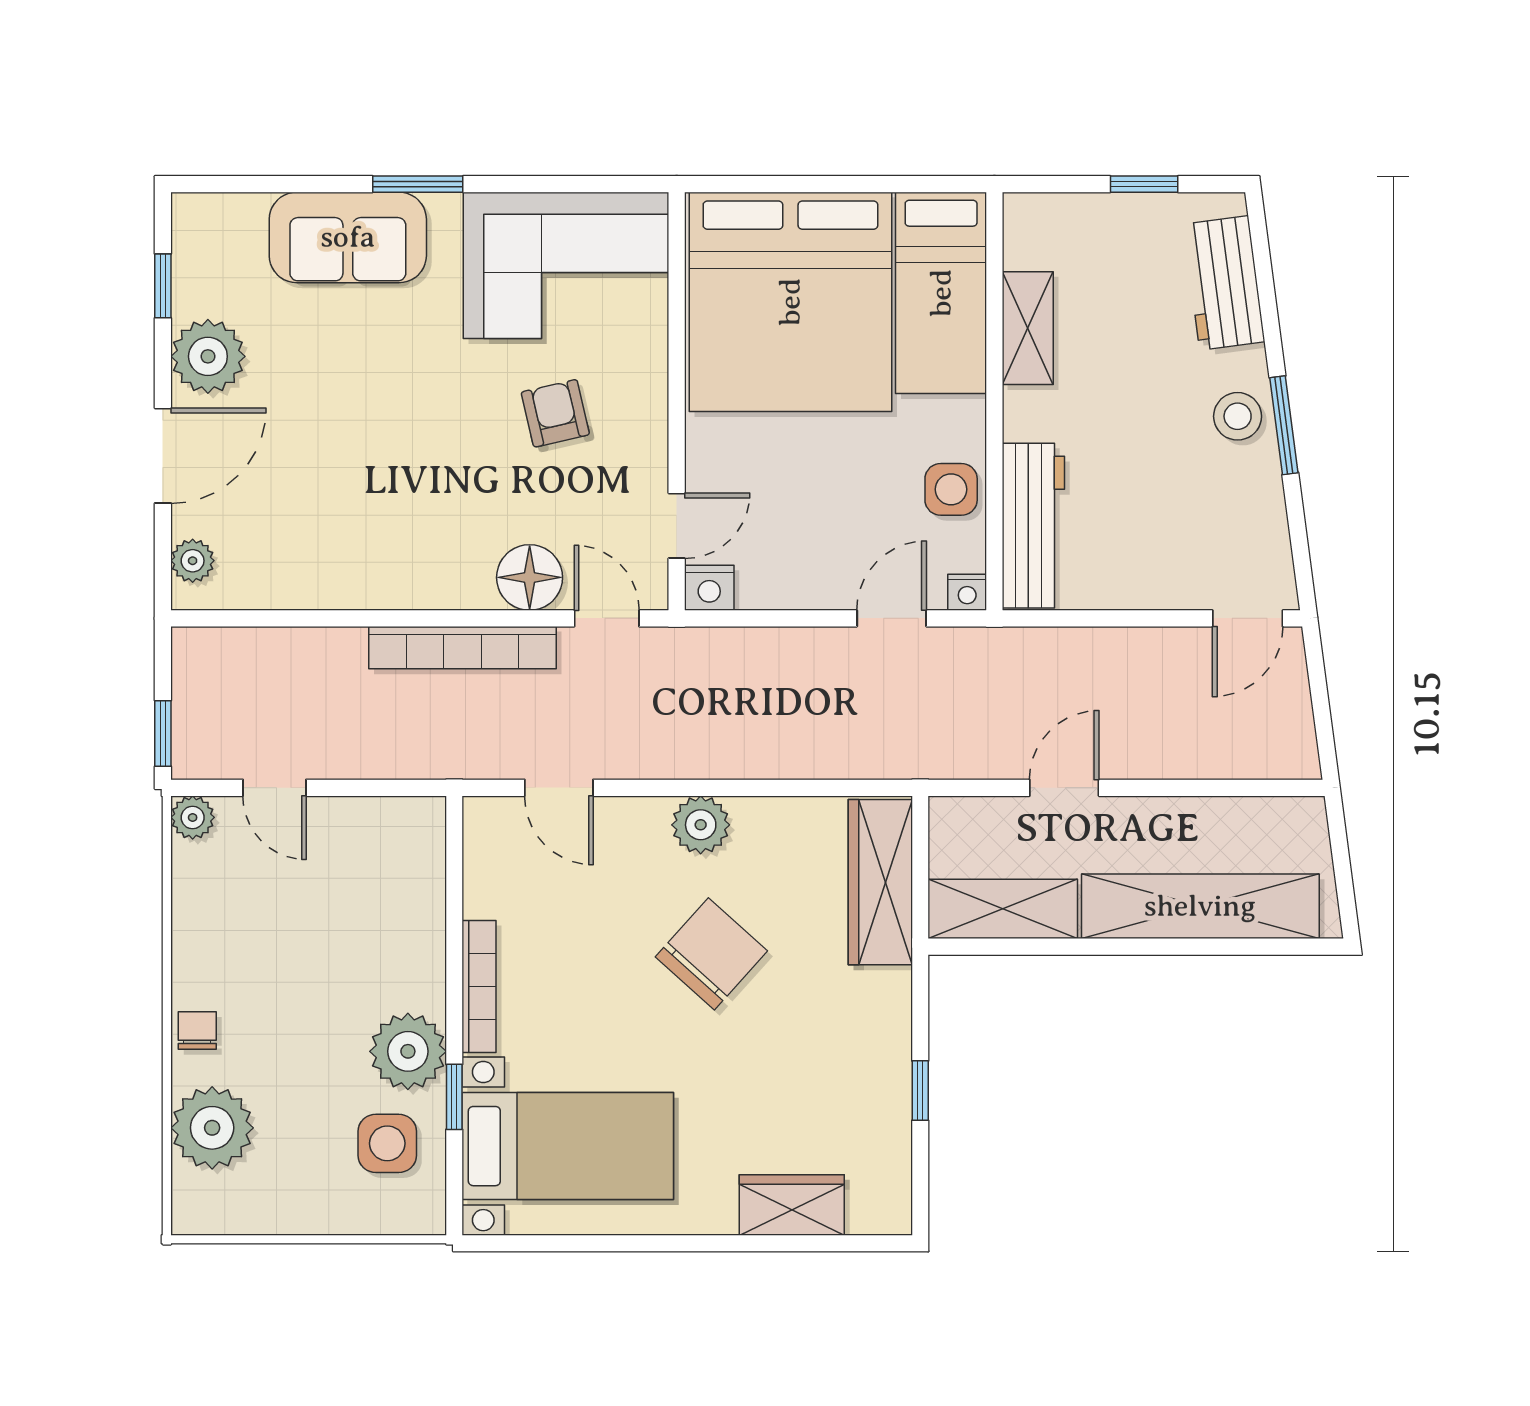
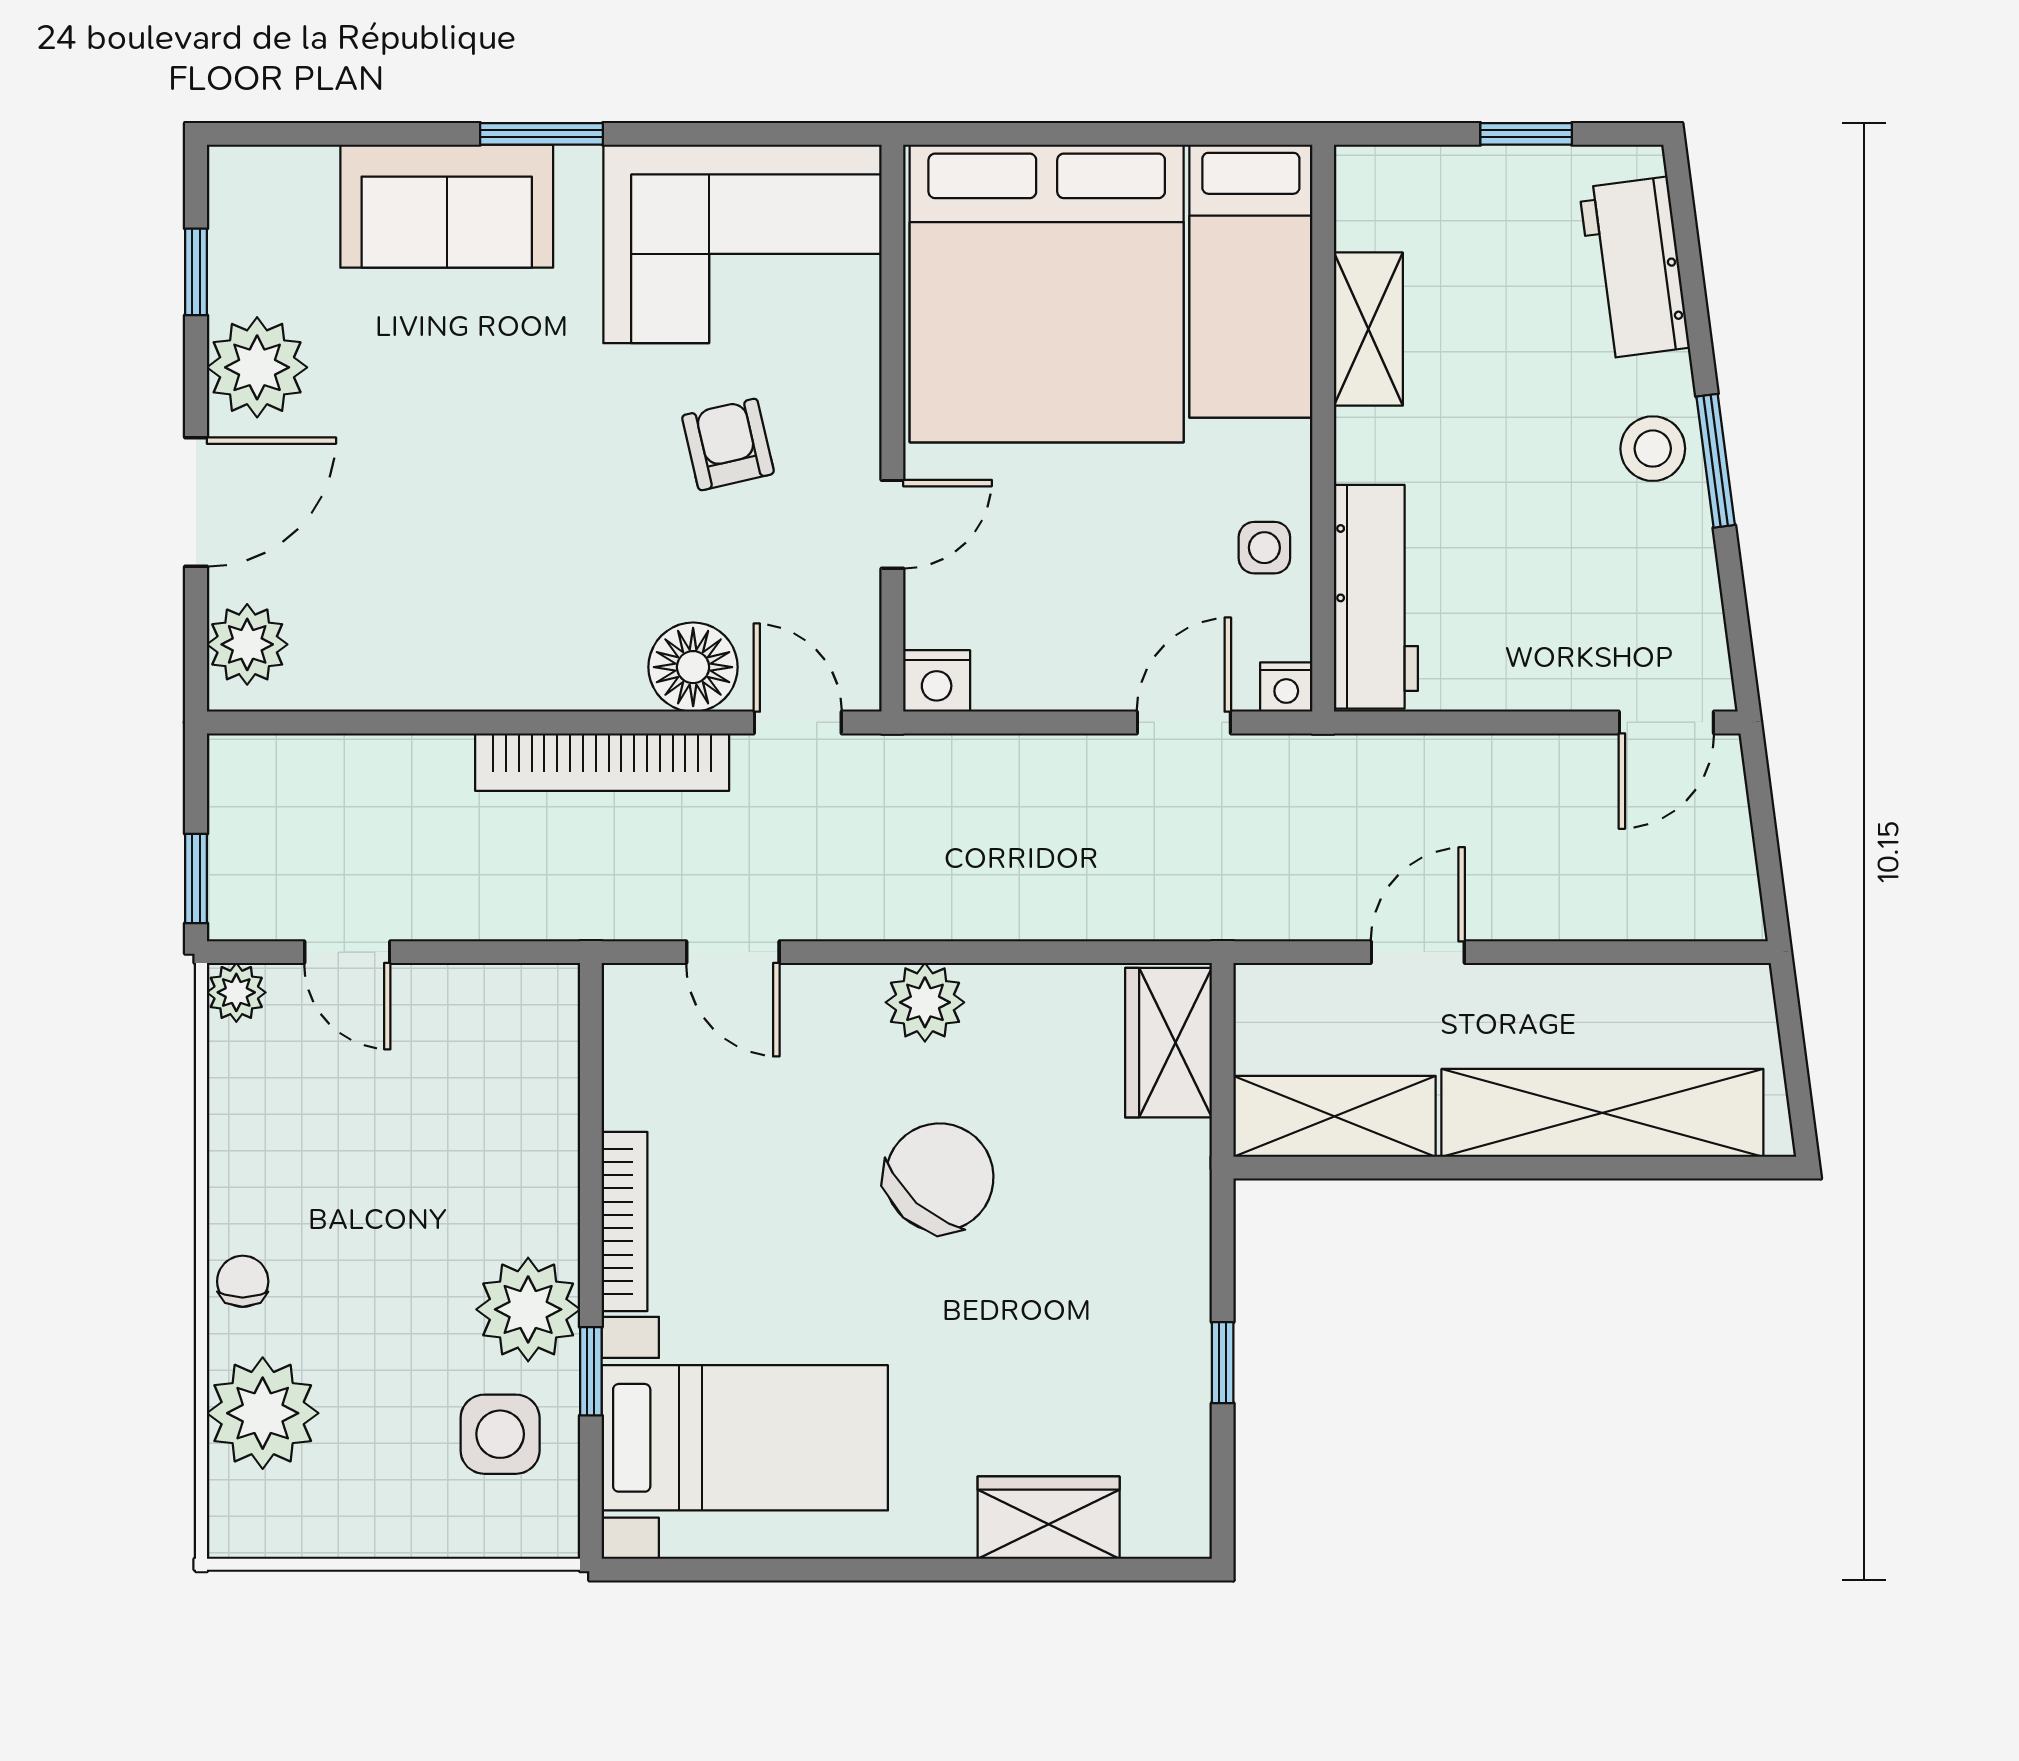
side table: (951, 489) -> (1264, 548), width x0.73, depth x0.73
door: (677, 526) -> (892, 524), moved
plant: (193, 561) -> (247, 644), width x1.38, depth x1.38
wardrobe: (880, 882) -> (1168, 1043), width x0.67

